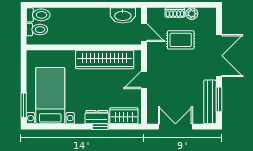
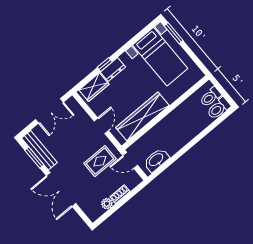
rug: (181, 40) -> (100, 161), moved

